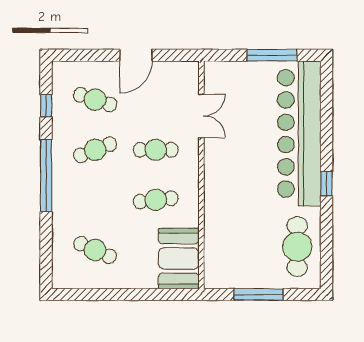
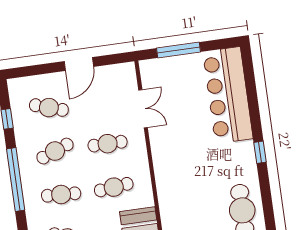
window: (272, 55) -> (179, 50), moved
bar counter: (299, 133) -> (228, 95), width x0.73
cafe table: (95, 200) -> (61, 195), added

